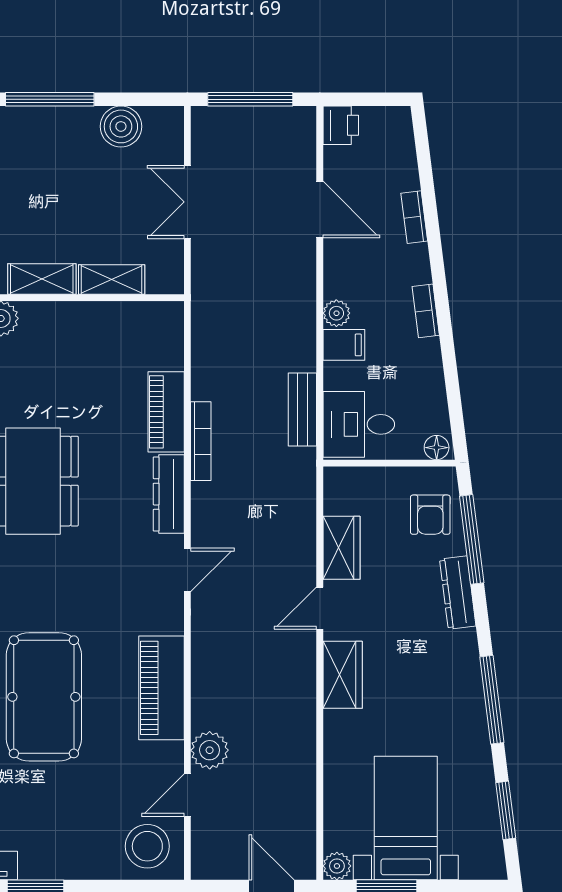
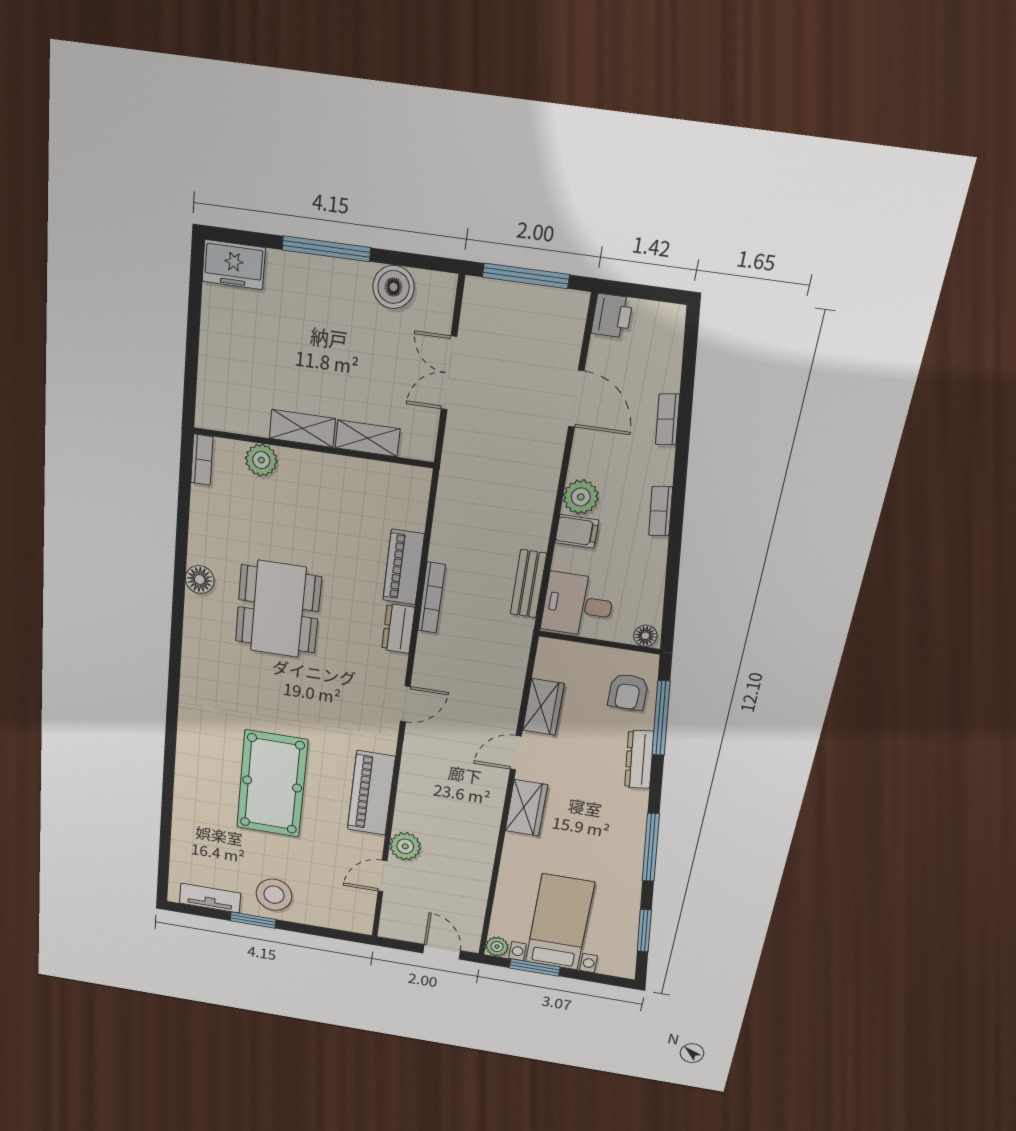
plant: (336, 313) -> (581, 497), width x1.38, depth x1.38
dresser: (169, 494) -> (398, 628), width x0.70
stool: (147, 846) -> (274, 895), moved

